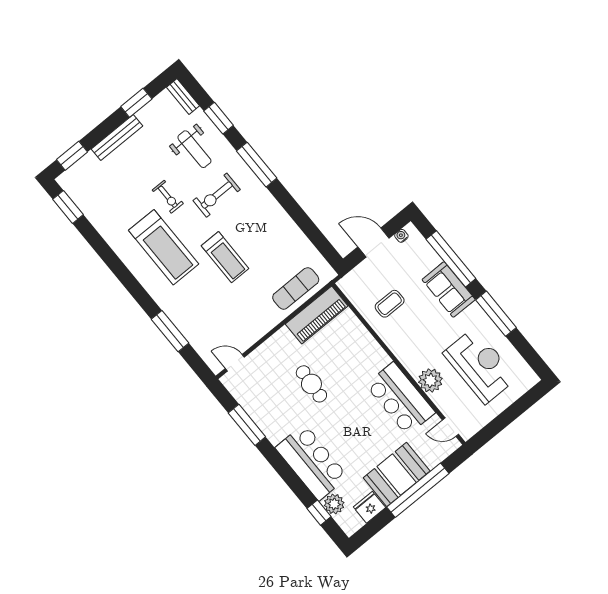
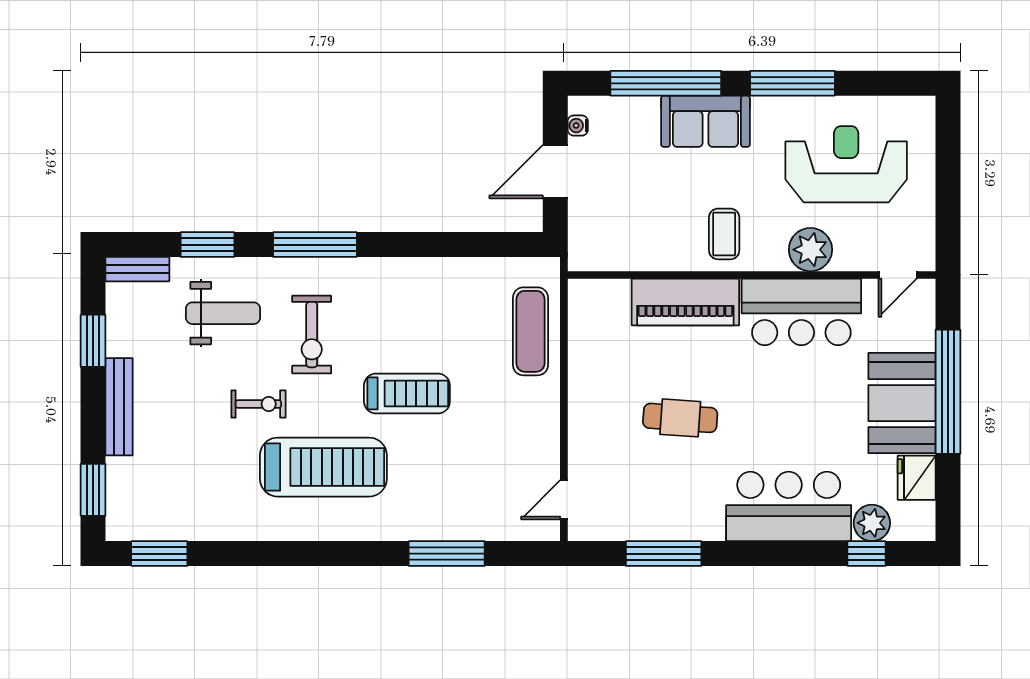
coffee table: (390, 304) -> (724, 234), moved
piano: (317, 315) -> (685, 302), moved, turned 90

